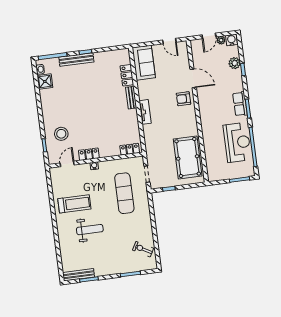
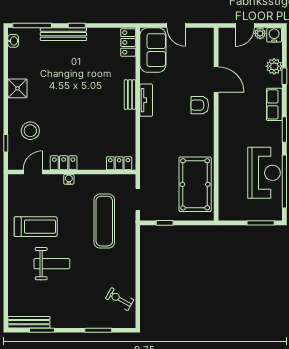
door: (169, 41) -> (176, 26), moved
locker: (127, 75) -> (128, 42), moved
shower: (45, 81) -> (17, 88), moved
row of seats: (240, 104) -> (274, 104), moved
tv unit: (145, 112) -> (146, 100), moved

